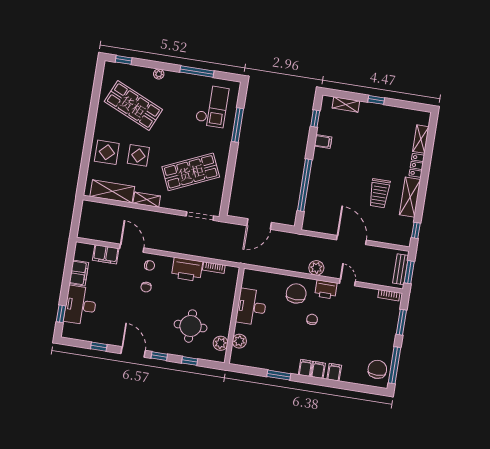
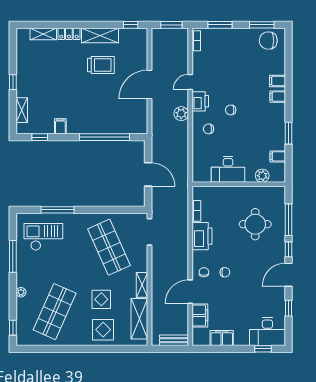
bench: (401, 269) -> (174, 340), moved
chair: (296, 293) -> (208, 129), width x0.54, depth x0.54
desk: (80, 305) -> (267, 332), moved
plant: (221, 343) -> (267, 193), removed
window: (190, 361) -> (288, 220), width x2.17
window: (395, 365) -> (262, 25), width x0.69
filing cabinet: (305, 368) -> (278, 156), moved

